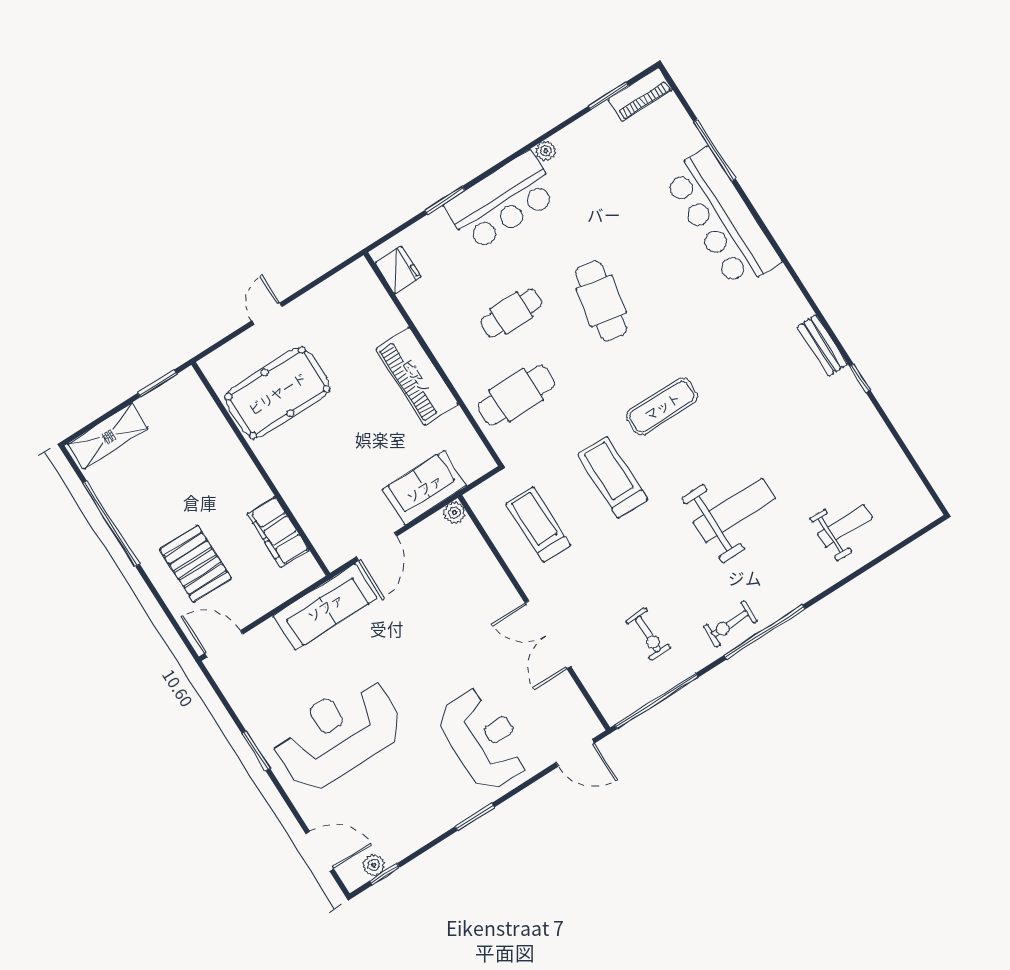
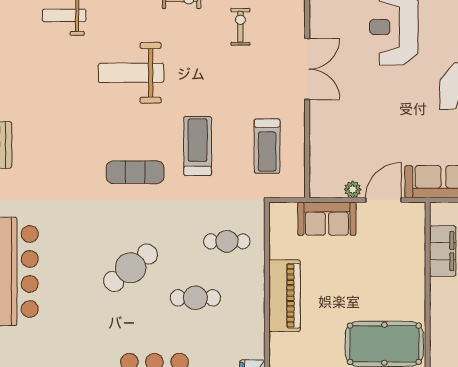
cafe table: (601, 301) -> (131, 268), turned 40
cafe table: (516, 395) -> (227, 241), width x0.73, depth x0.74
treadmill: (613, 477) -> (198, 146), turned 180
plant: (454, 513) -> (353, 189), moved

